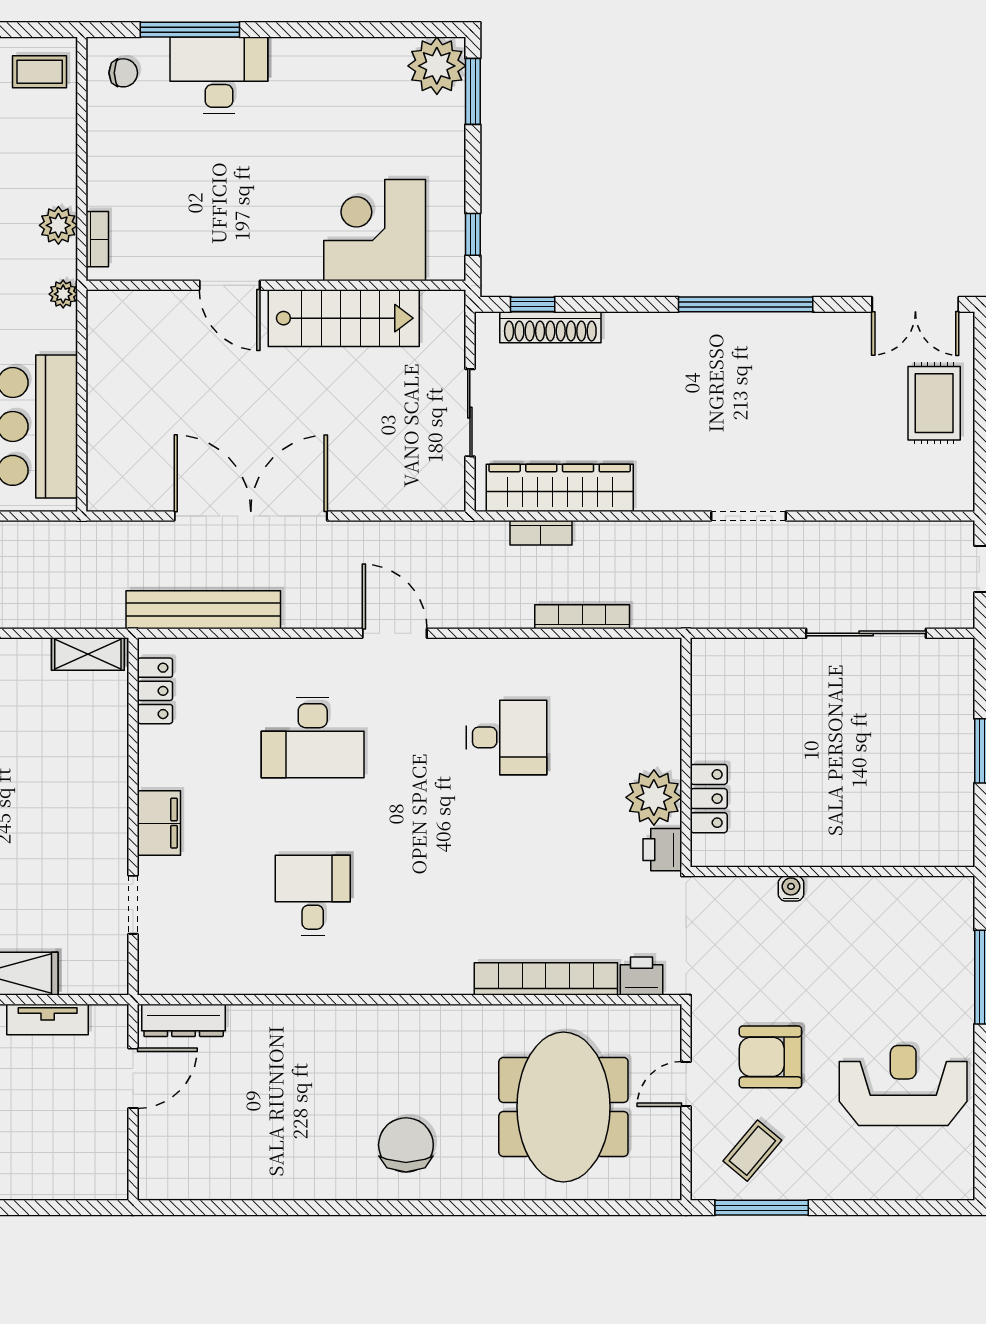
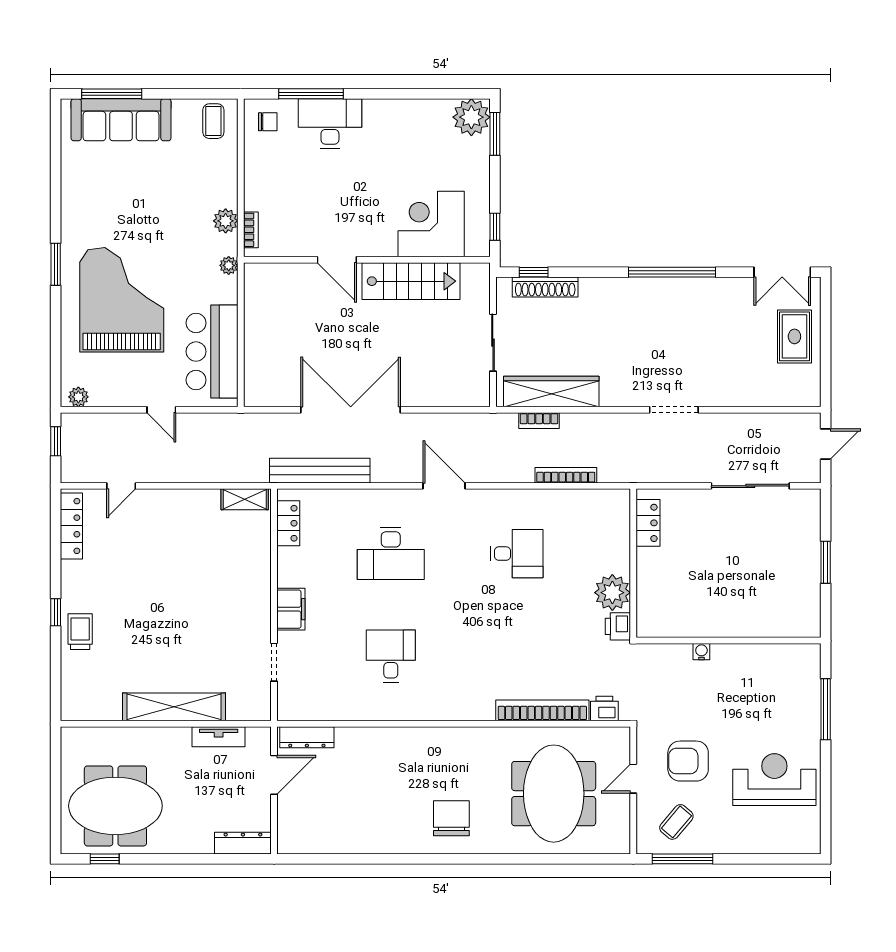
coffee table: (40, 72) -> (213, 121), turned 90
locker: (709, 799) -> (648, 523), moved
dresser: (85, 1183) -> (243, 843), added

